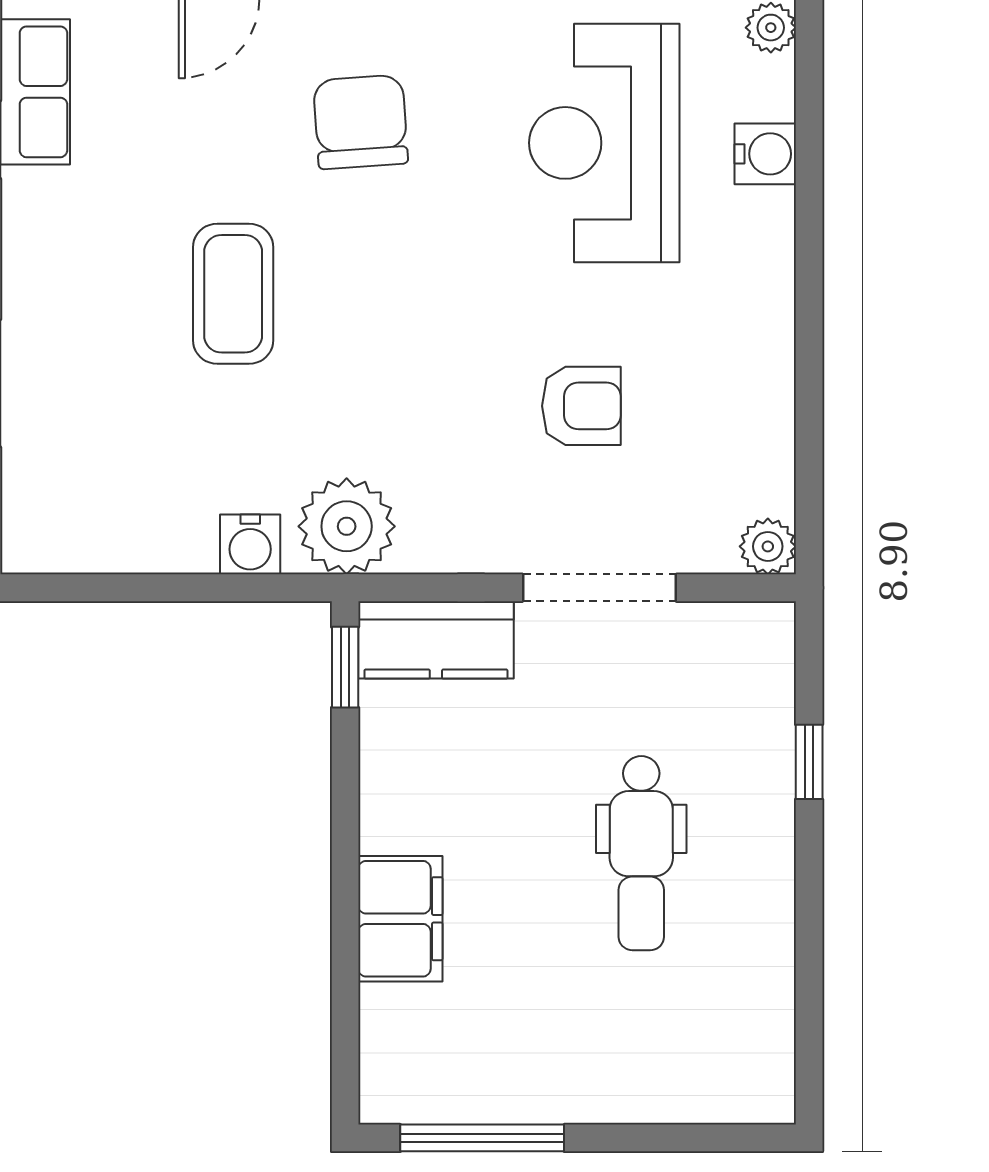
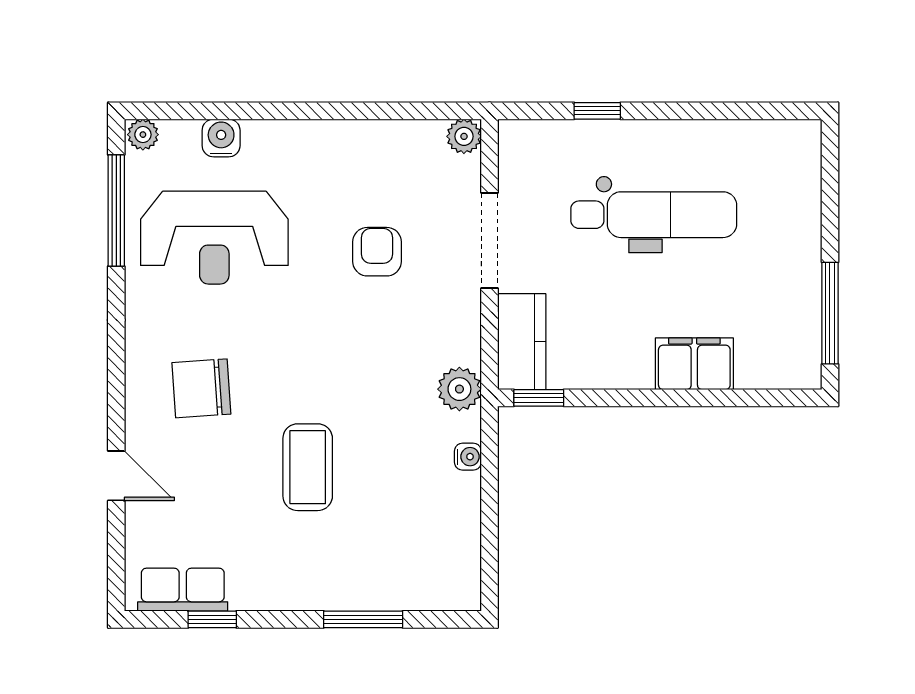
coffee table: (233, 294) -> (308, 467), turned 90
plant: (347, 526) -> (459, 389), width x0.73, depth x0.73
water cooler: (250, 544) -> (468, 457), width x0.72, depth x0.72
dental chair: (641, 853) -> (654, 215), width x1.36, depth x1.38

